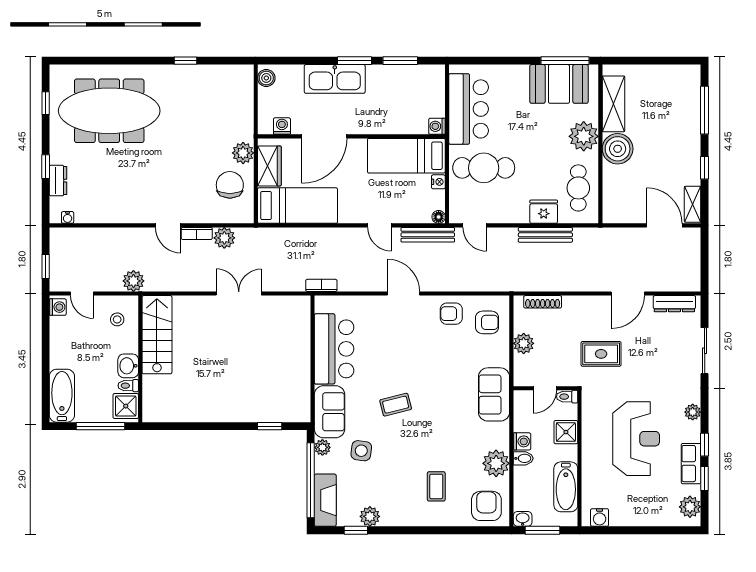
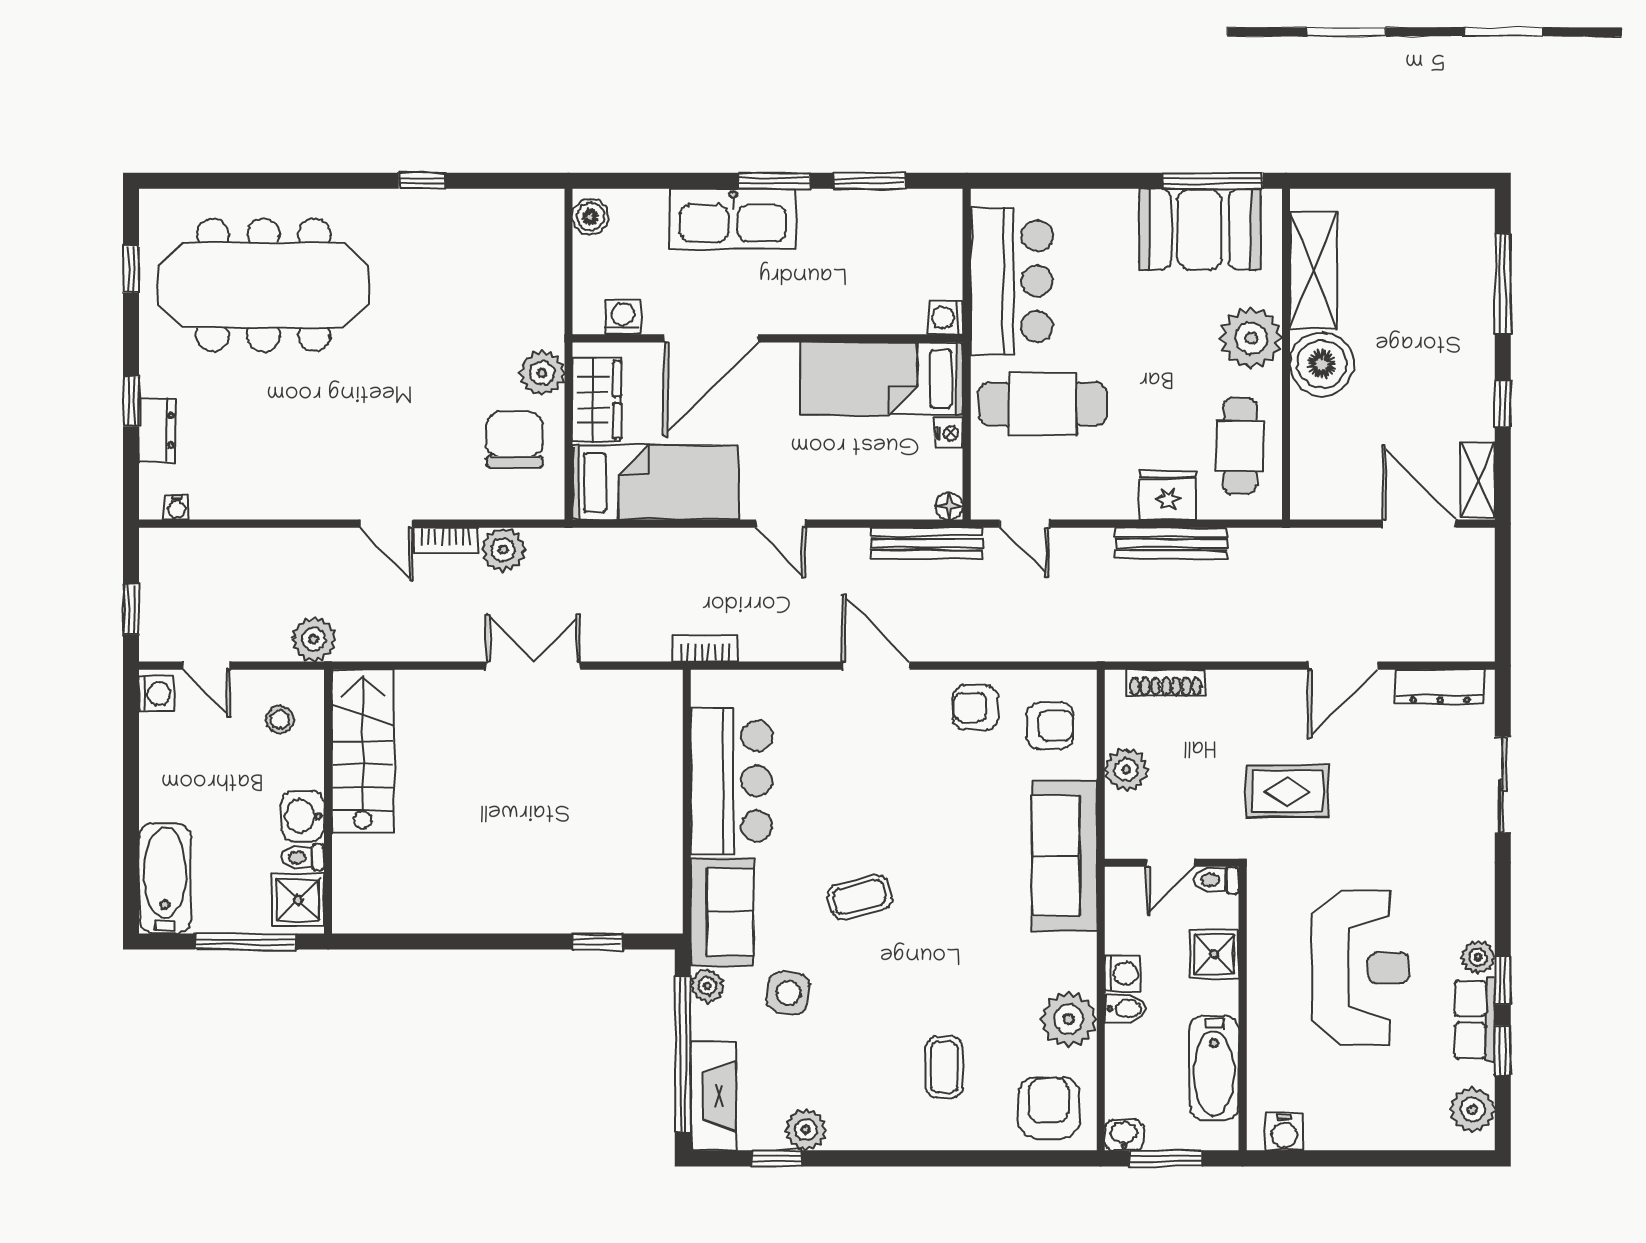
door: (379, 225) -> (781, 524), moved
sofa: (494, 394) -> (1065, 856), width x1.36
plant: (693, 412) -> (1478, 957), moved

